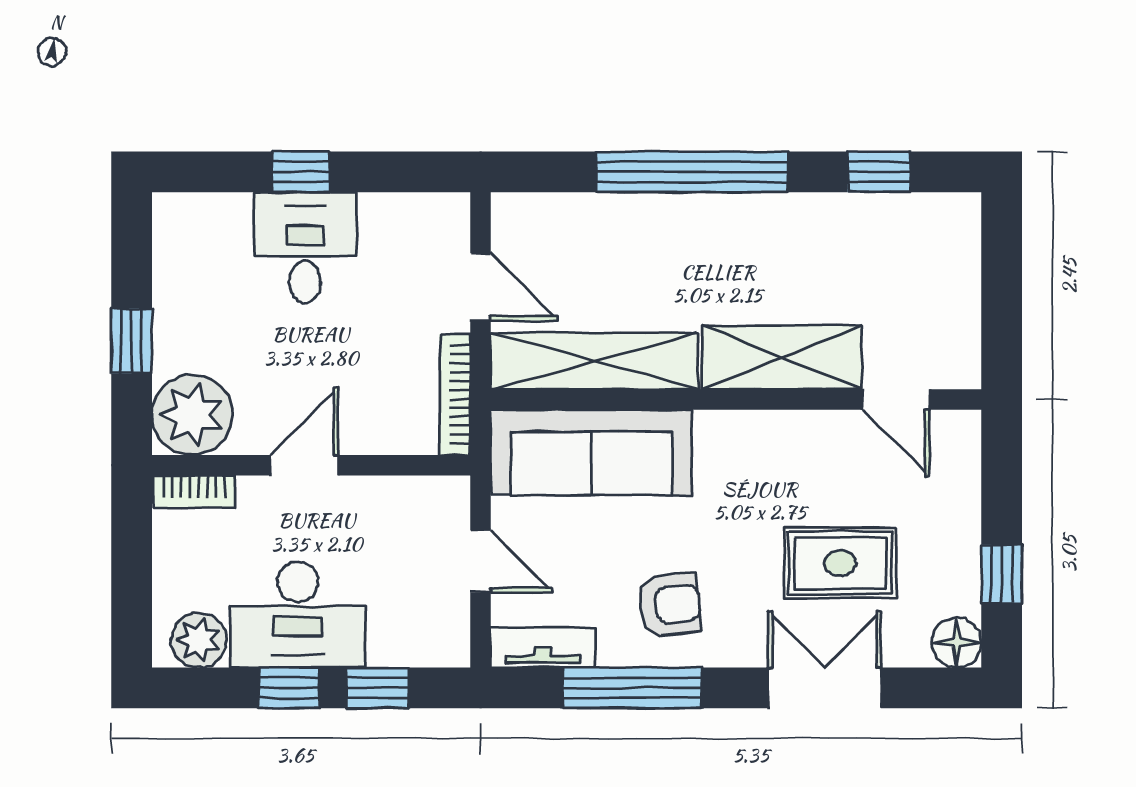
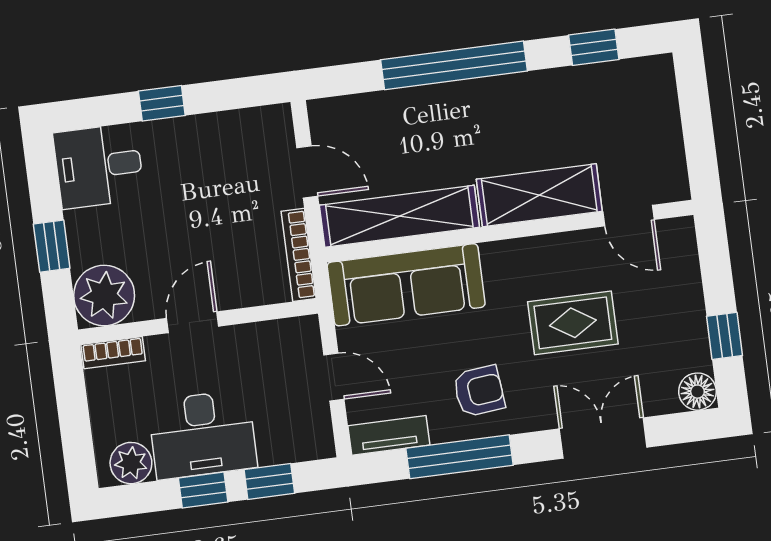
desk: (305, 248) -> (99, 166), moved, turned -90
rug: (840, 563) -> (573, 323), moved

